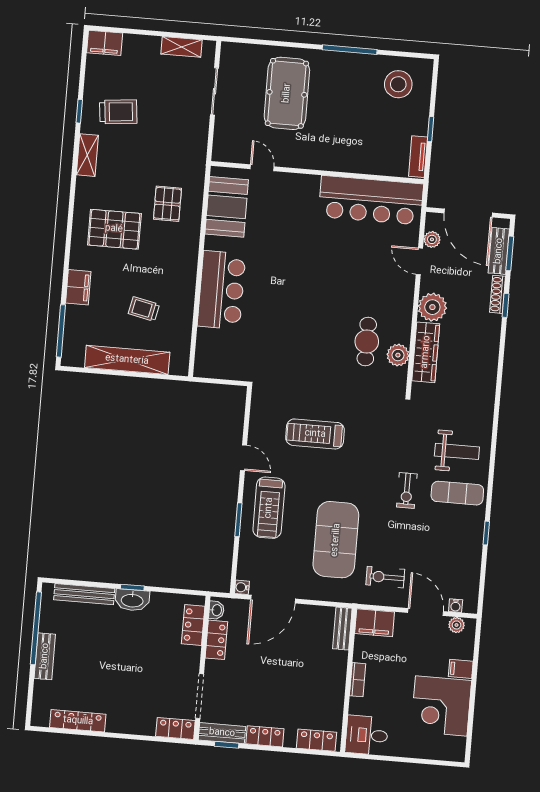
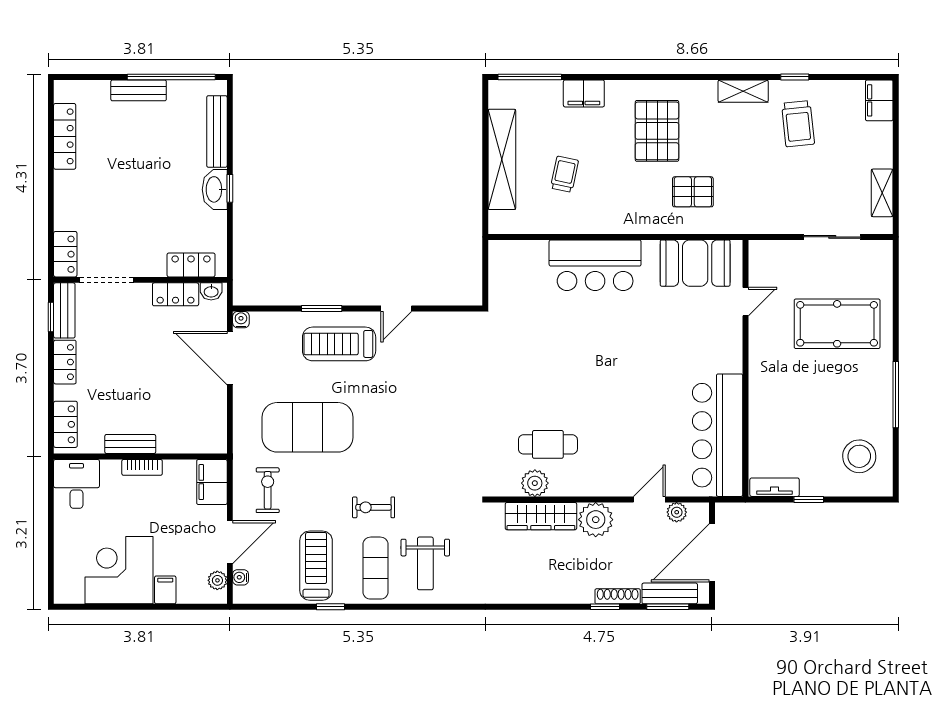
treadmill: (315, 434) -> (316, 566), moved
bench: (342, 629) -> (130, 444), moved

